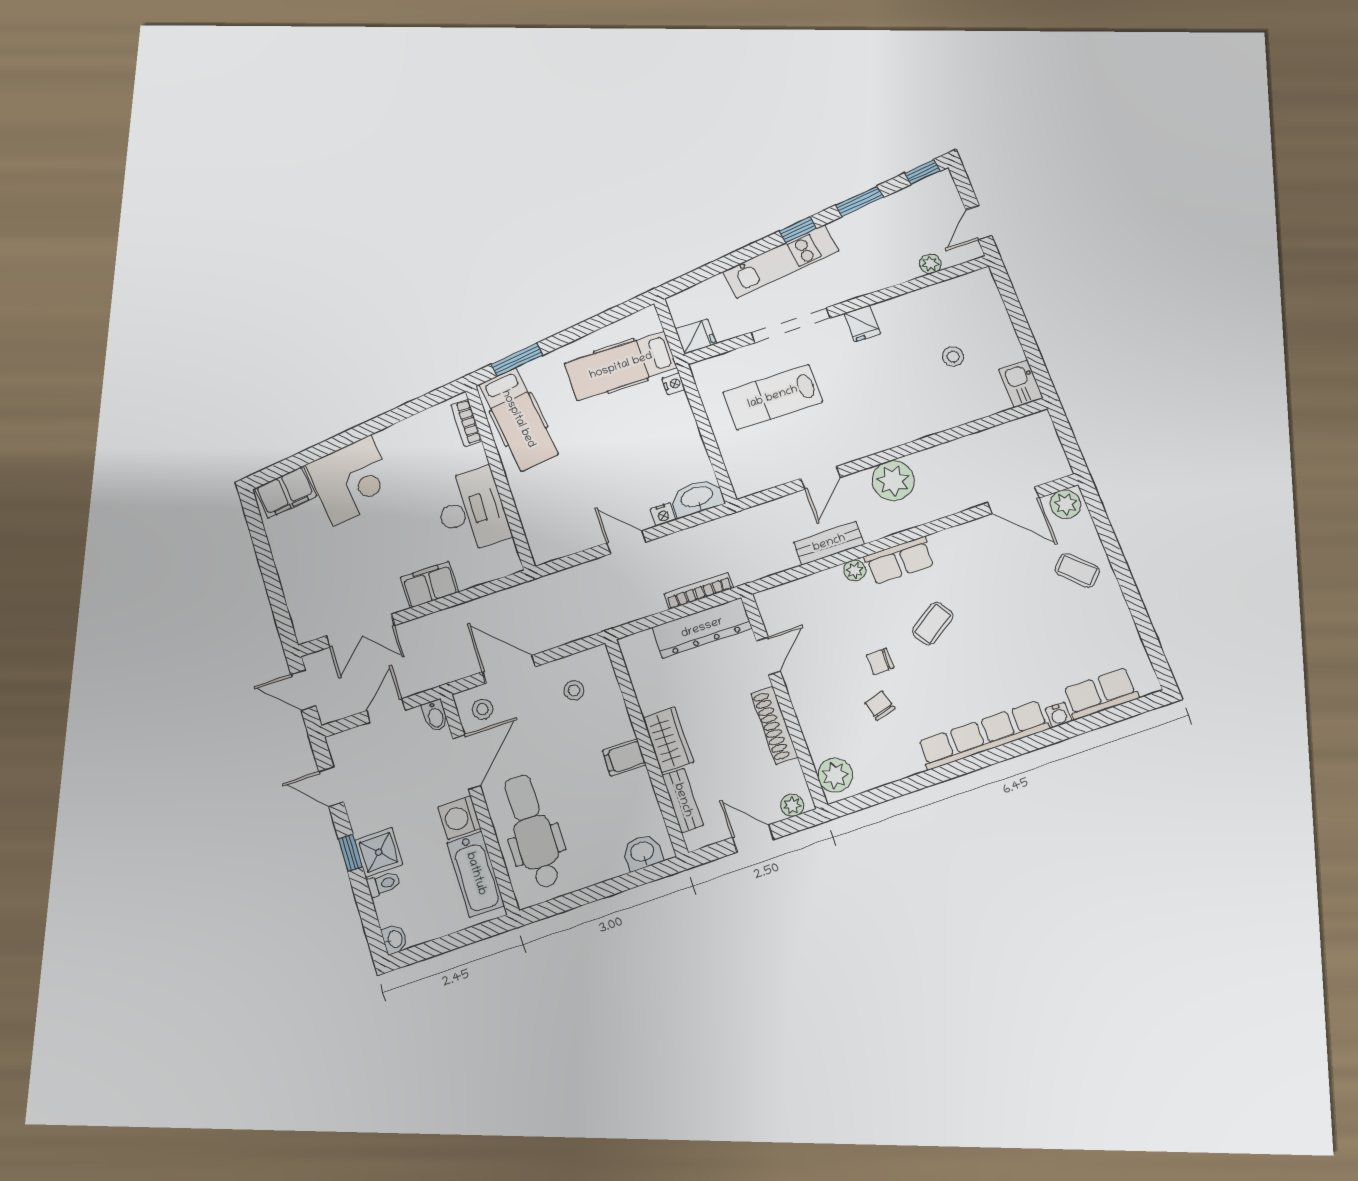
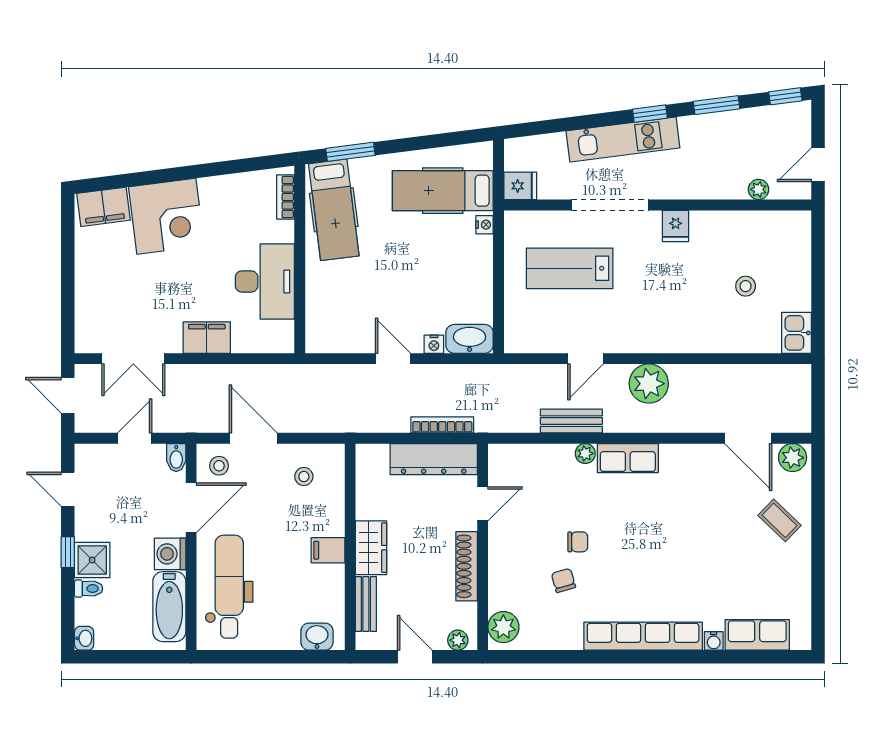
coffee table: (933, 623) -> (636, 524), removed
chair: (880, 661) -> (578, 542), turned 180

